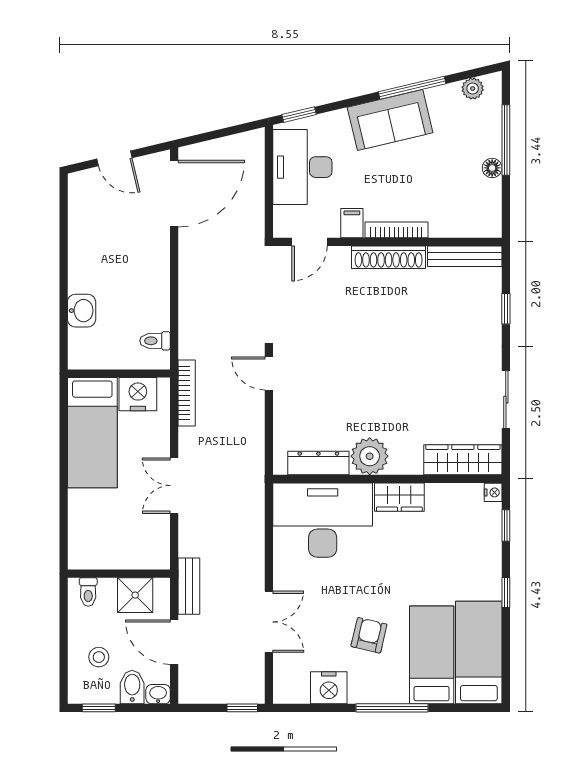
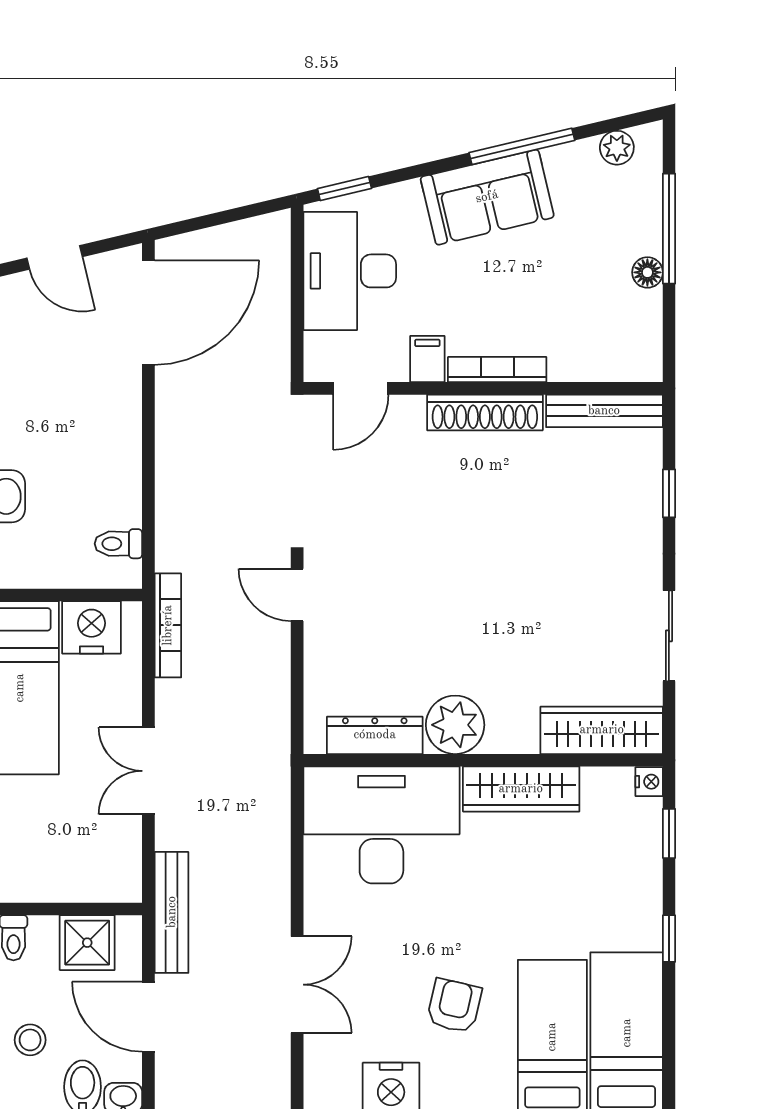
wardrobe: (399, 497) -> (521, 789), width x1.50
bench: (189, 586) -> (172, 912), width x1.36

